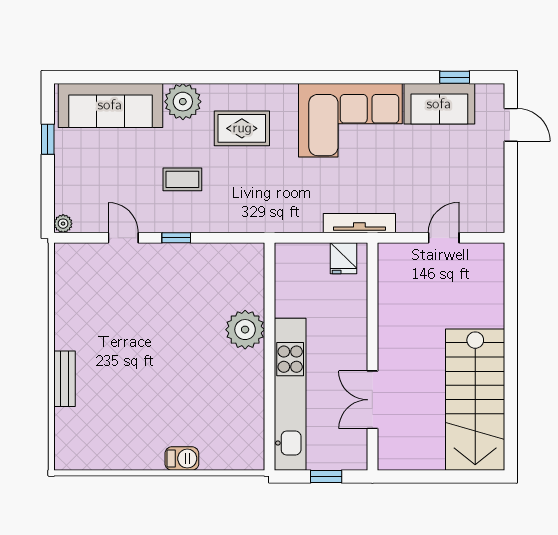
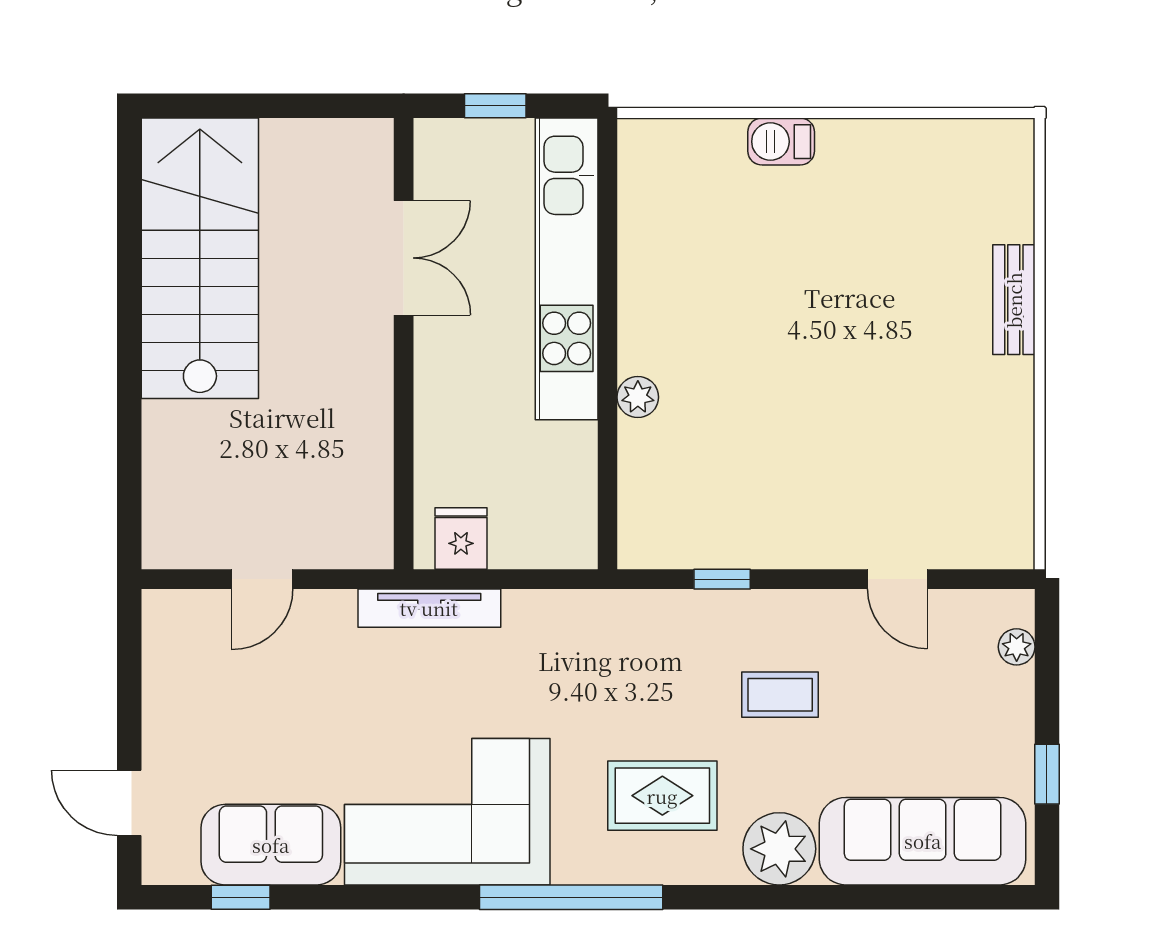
window: (288, 77) -> (571, 897), added
plant: (63, 224) -> (1017, 647), moved
window: (176, 238) -> (722, 579), moved
plant: (245, 330) -> (638, 397), width x0.53, depth x0.53

